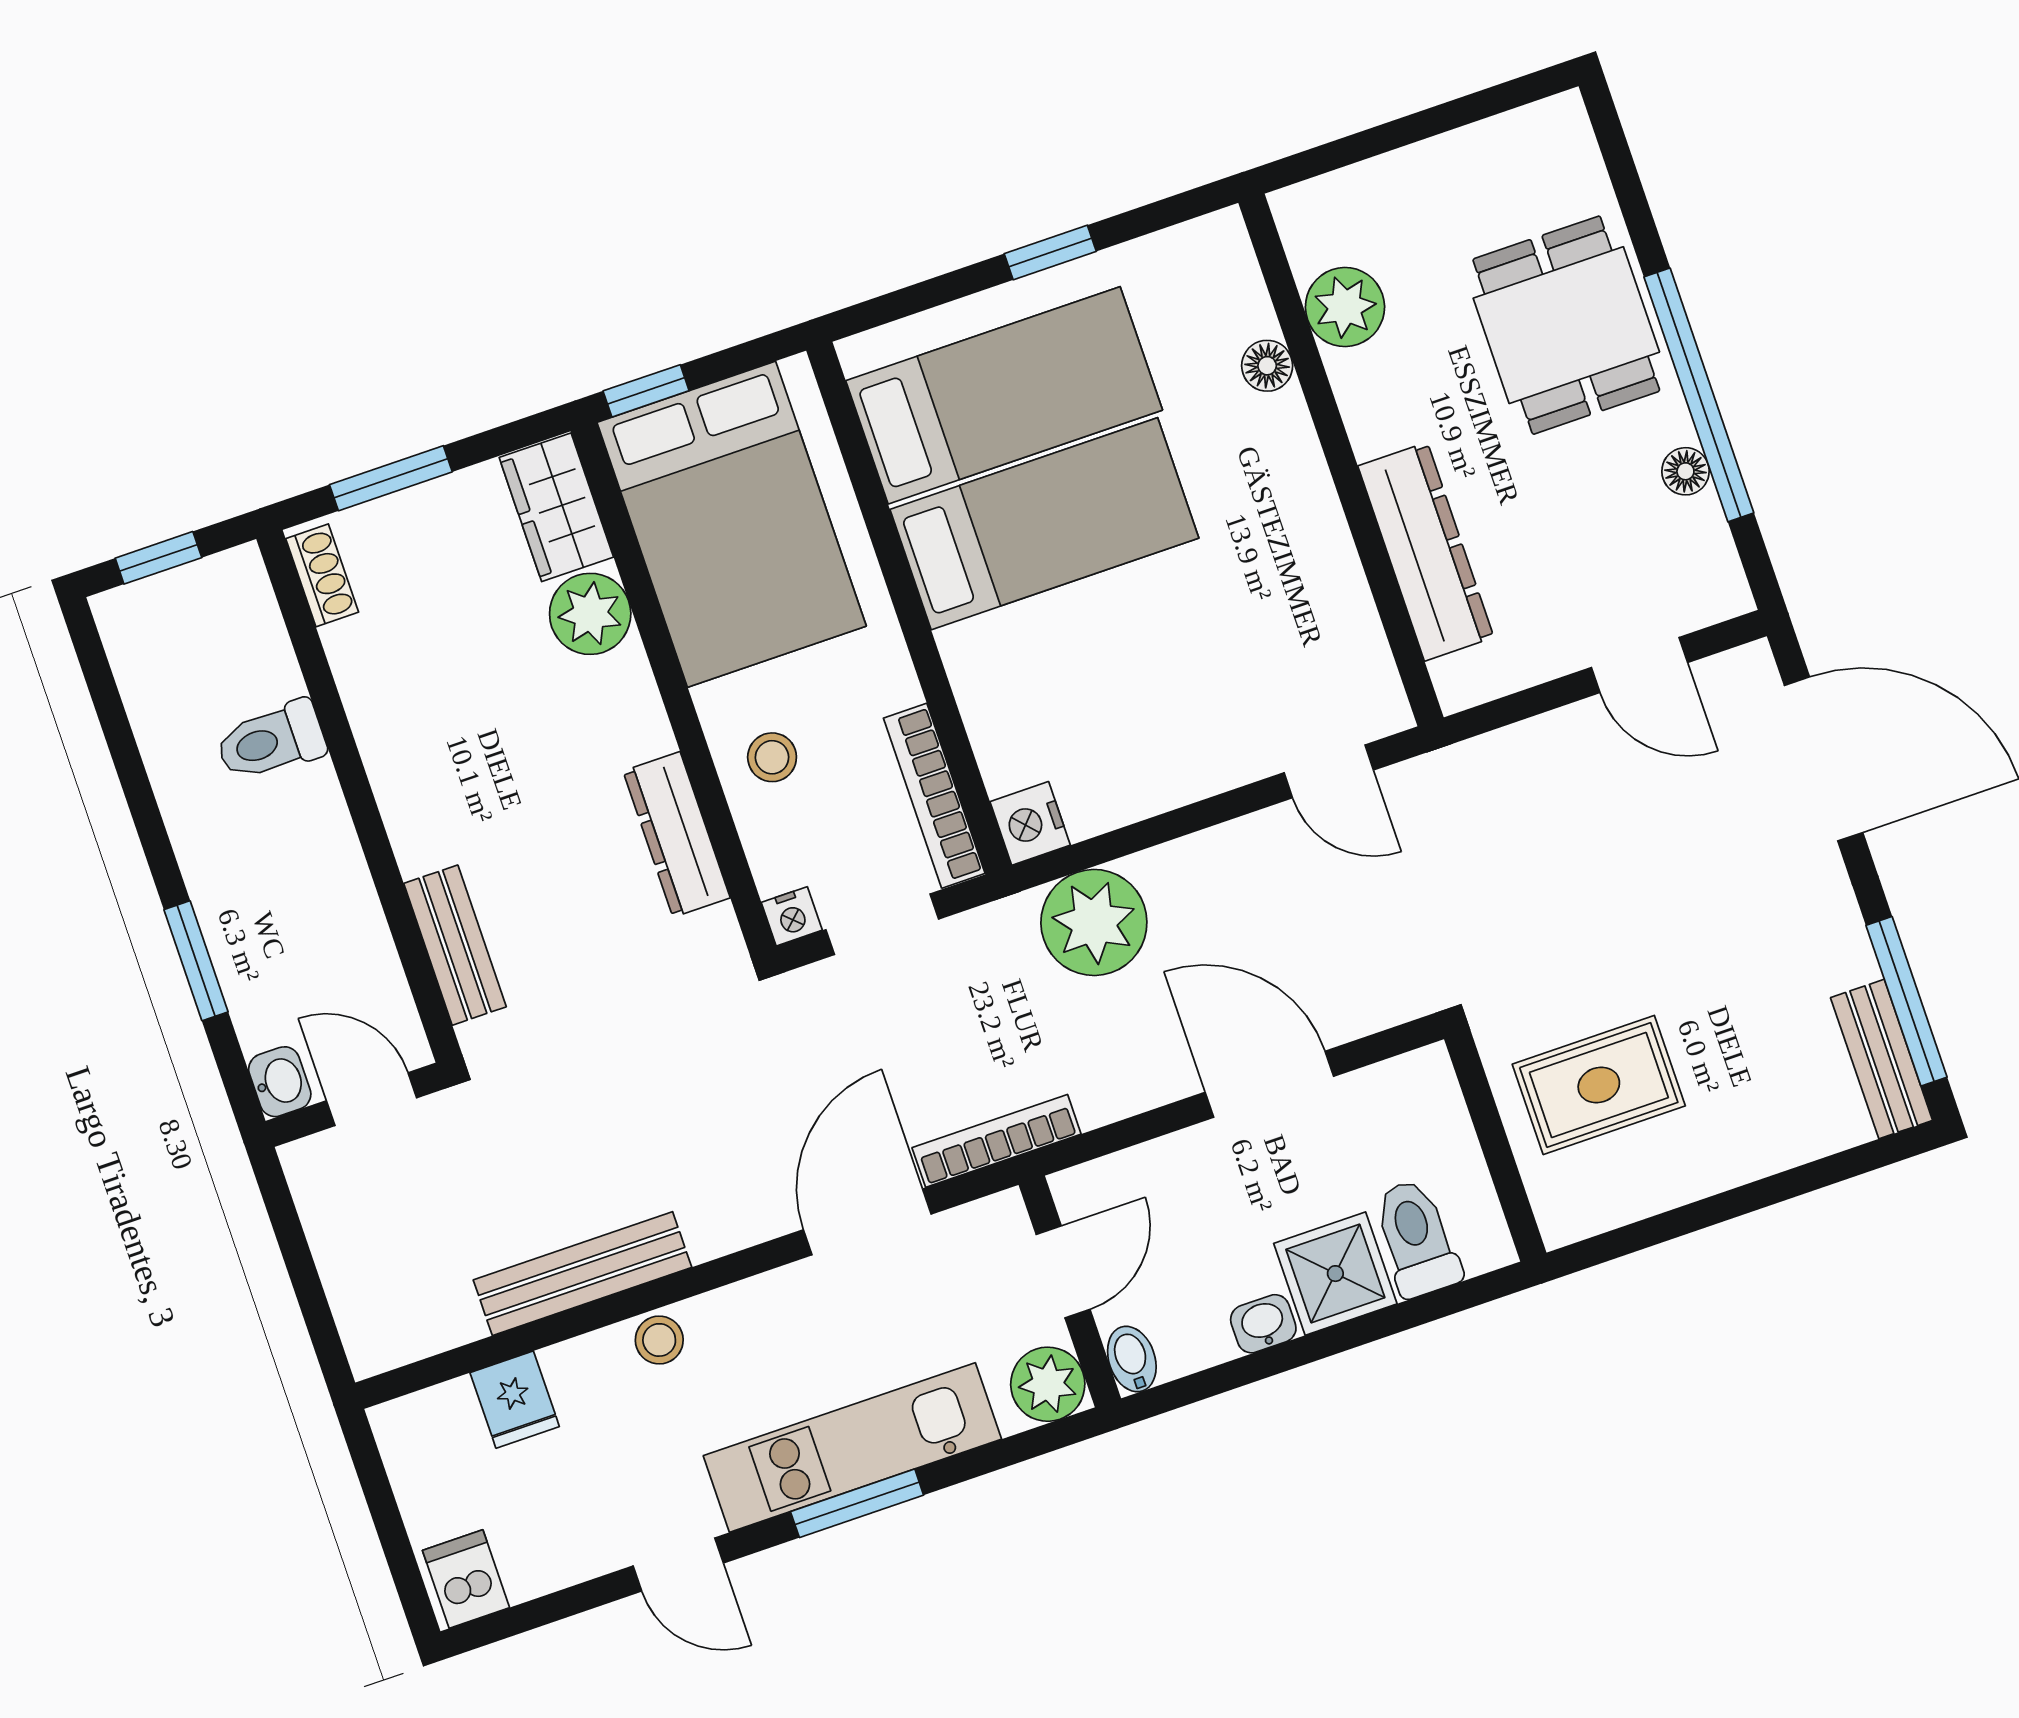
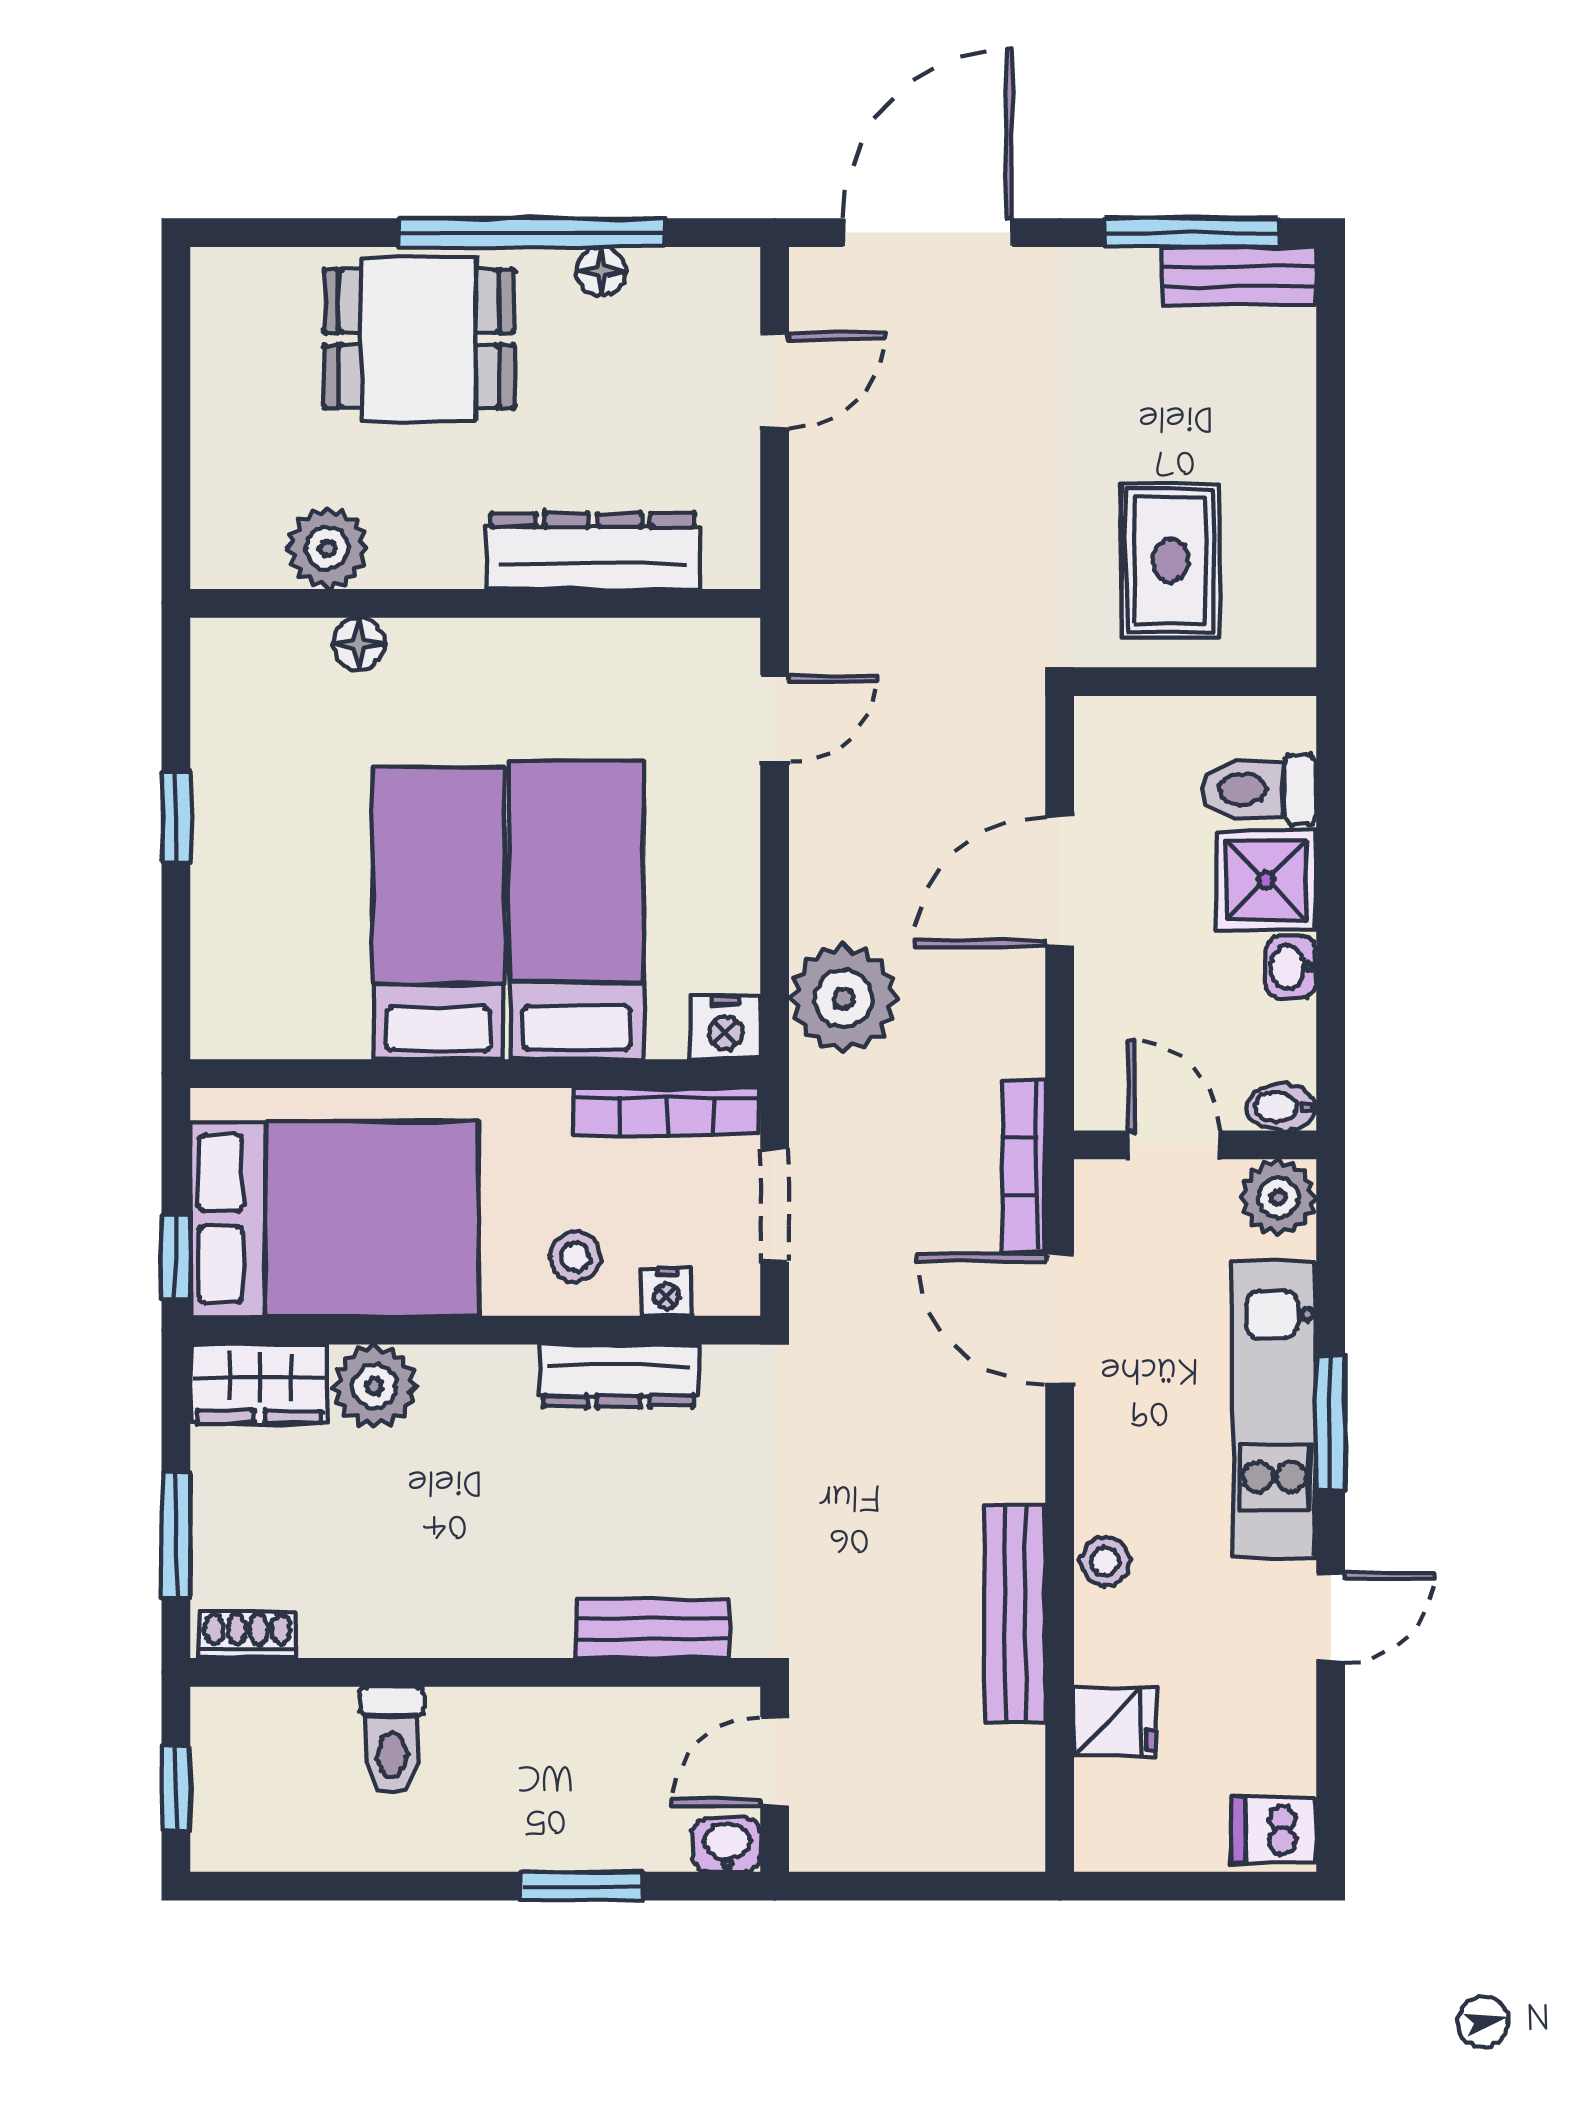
bed: (1004, 395) -> (577, 910), moved
nightstand: (792, 916) -> (667, 1292), moved, turned 90

